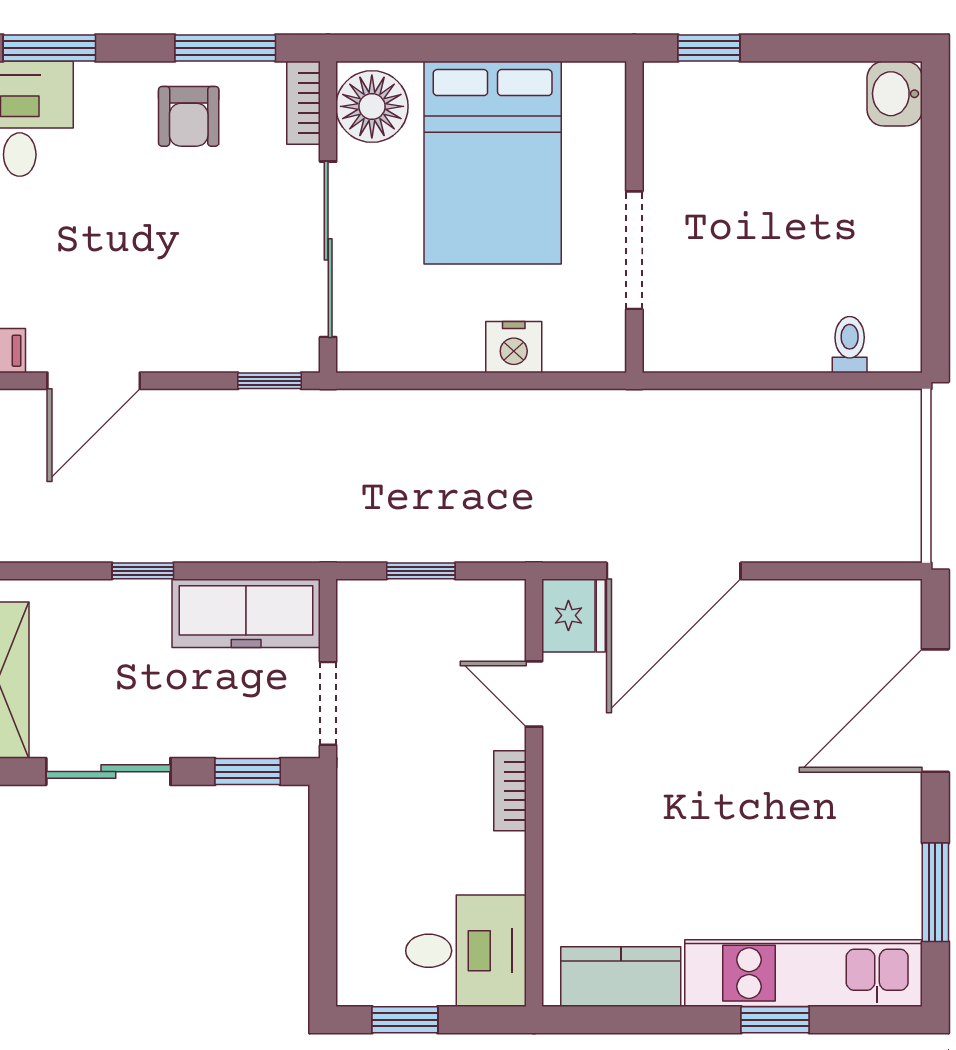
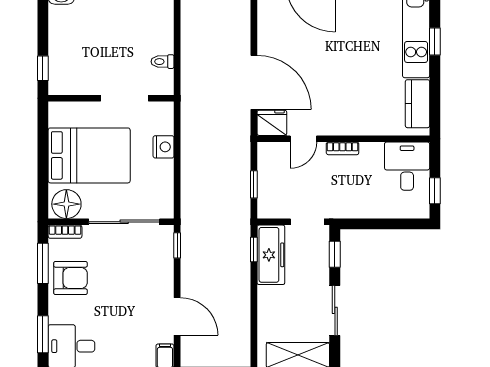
armchair: (189, 116) -> (70, 278), width x1.38, depth x1.38
toilet: (850, 345) -> (163, 62), moved
window: (143, 571) -> (254, 249), moved

